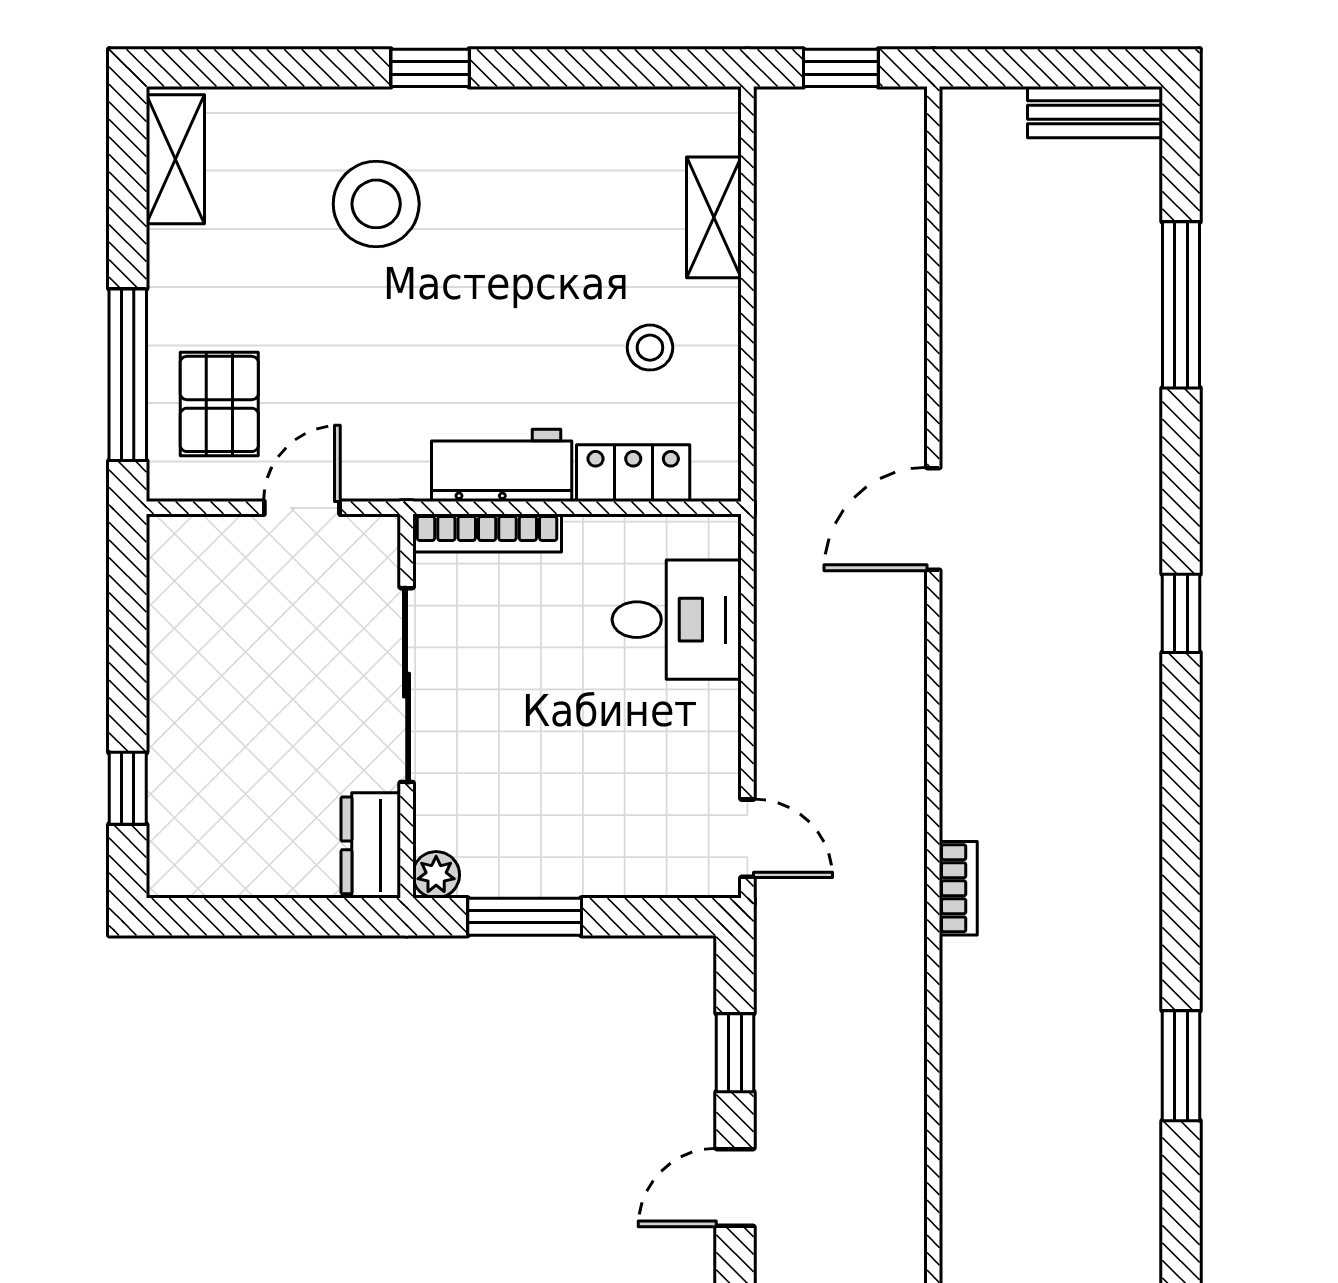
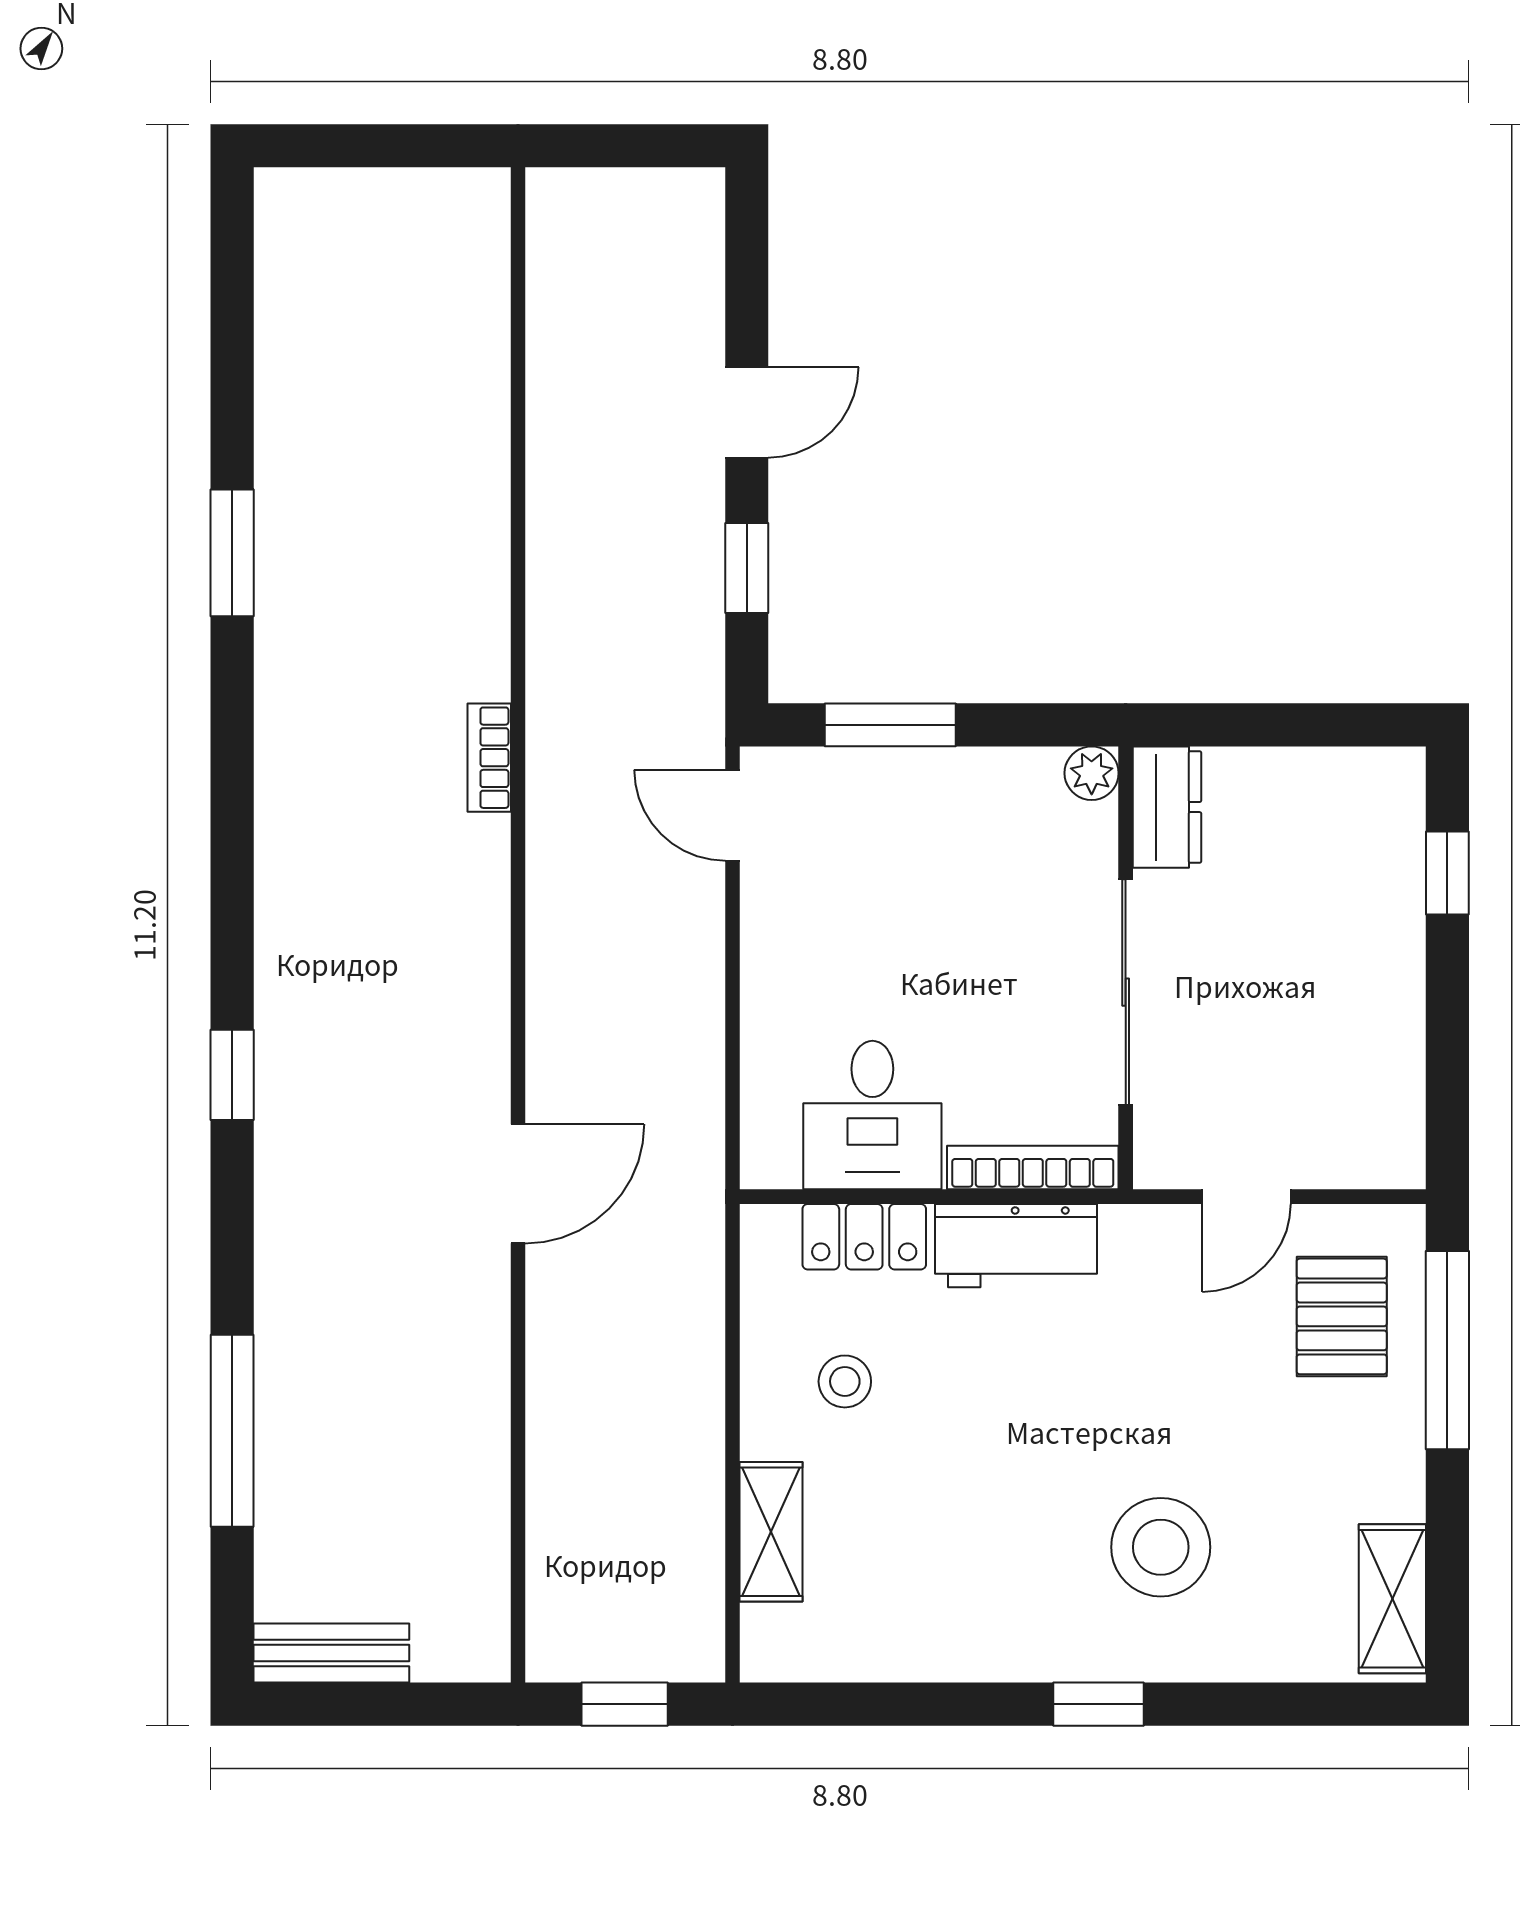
desk: (677, 620) -> (872, 1115), moved, turned -90
window: (525, 917) -> (890, 725), moved

